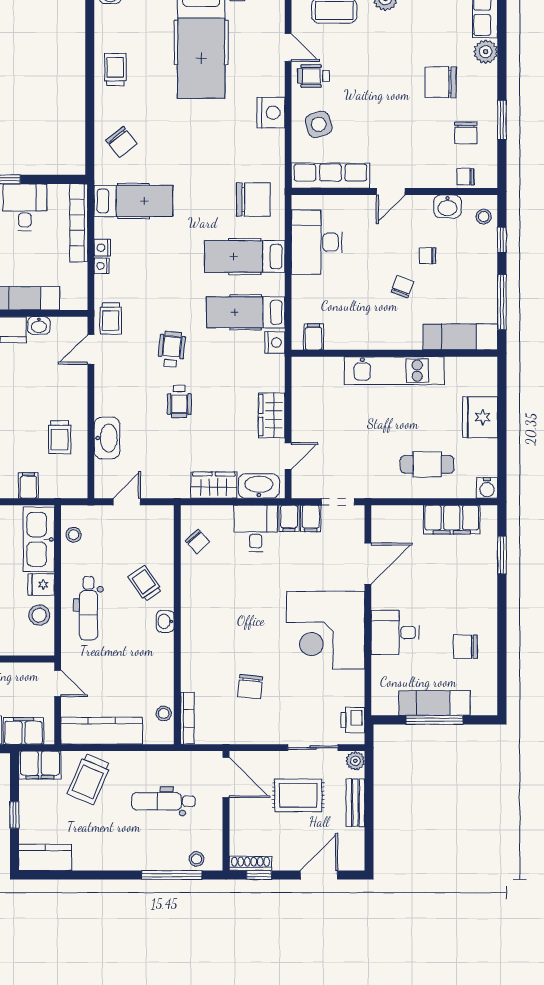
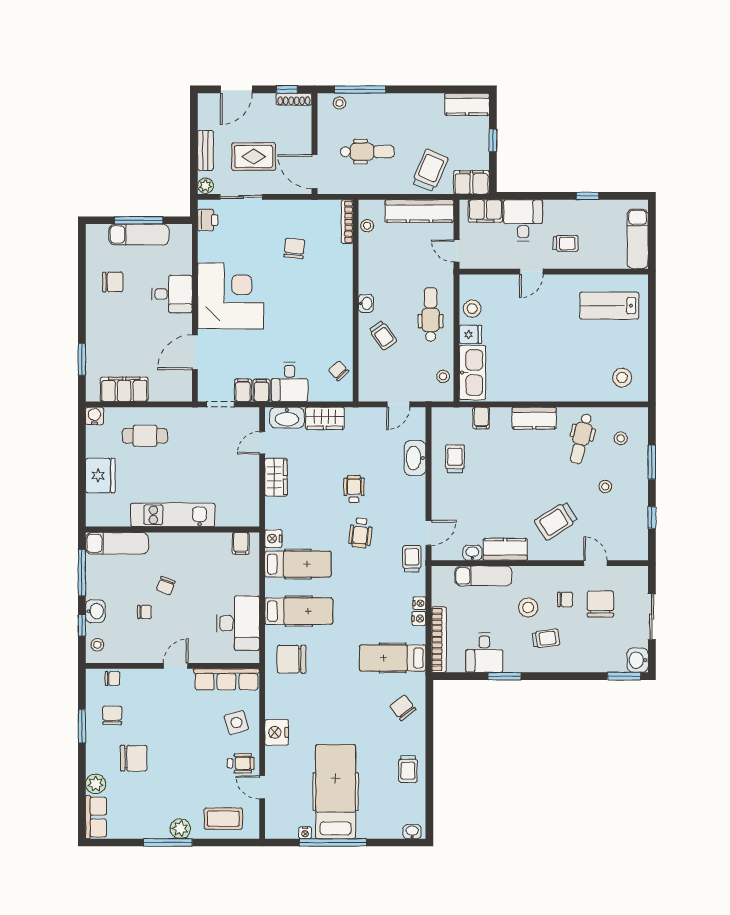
washbasin: (447, 206) -> (95, 611), moved, turned 90

